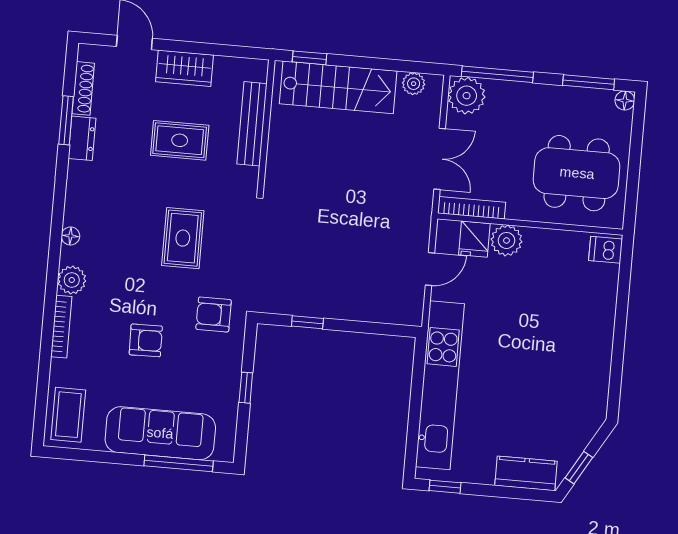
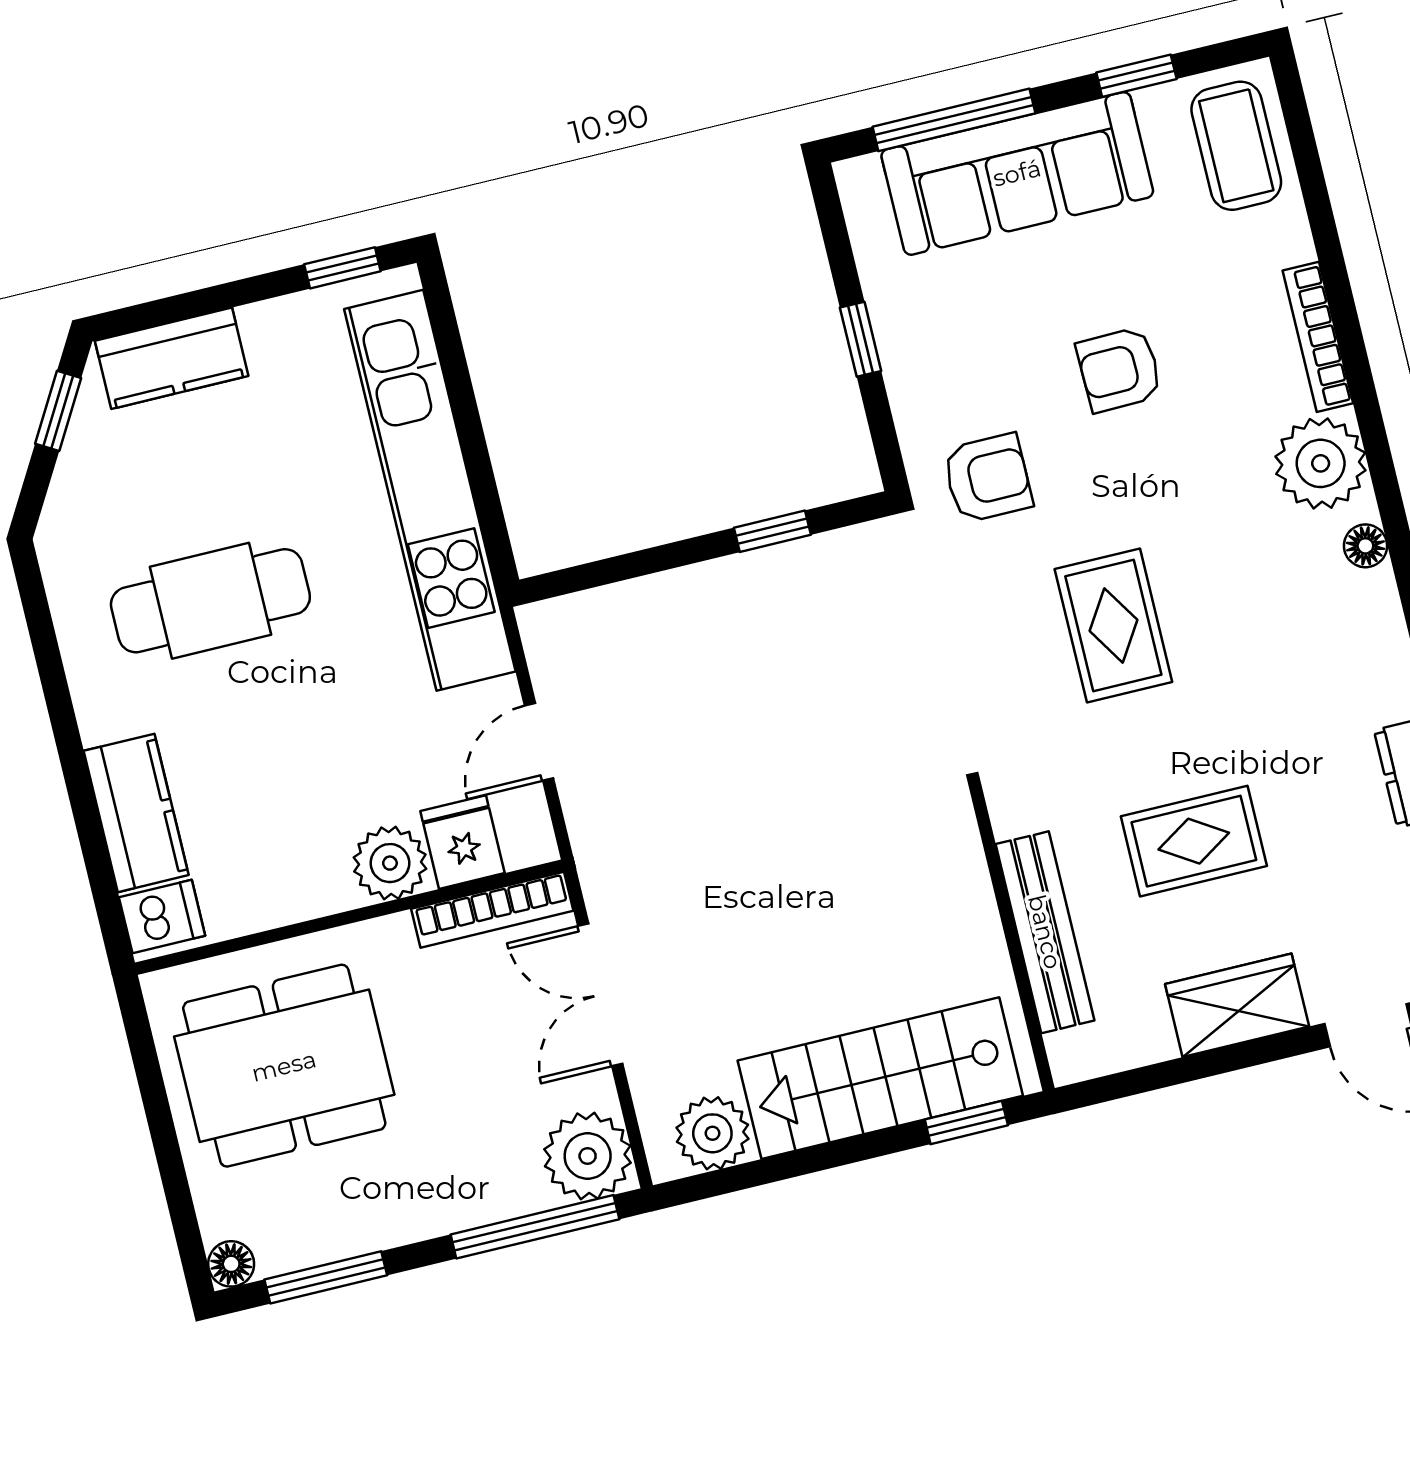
plant: (414, 84) -> (712, 1133), width x1.38, depth x1.38
plant: (72, 280) -> (1321, 463), width x1.36, depth x1.36
kitchen counter: (602, 295) -> (136, 813), added
cafe table: (543, 370) -> (210, 601), added
window: (99, 456) -> (1136, 76), added

